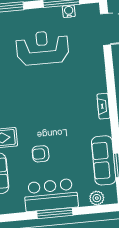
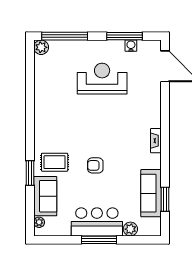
armchair: (41, 154) -> (95, 165), moved
plant: (97, 198) -> (130, 229), moved

